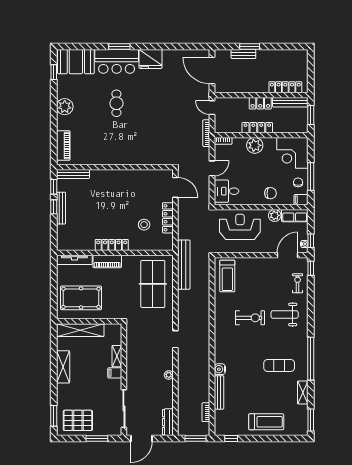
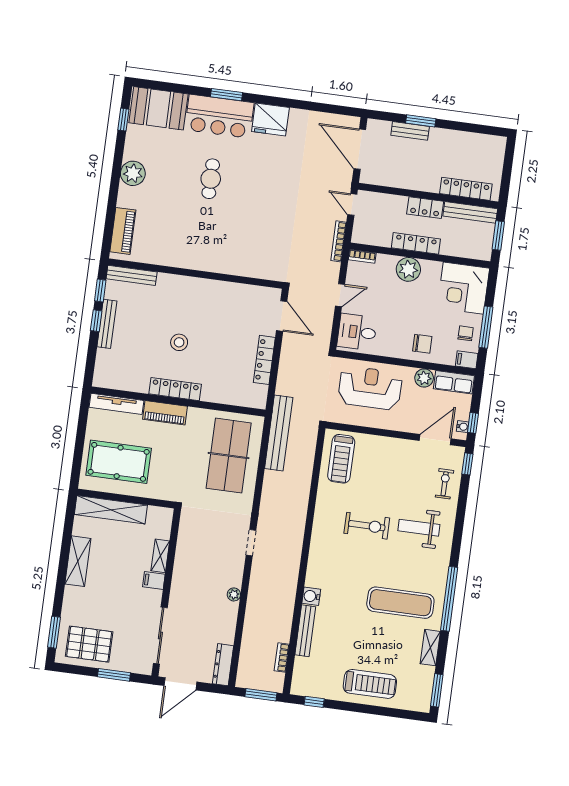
stool: (144, 225) -> (179, 342), moved
exercise mat: (279, 365) -> (400, 603), width x1.36, depth x1.45

